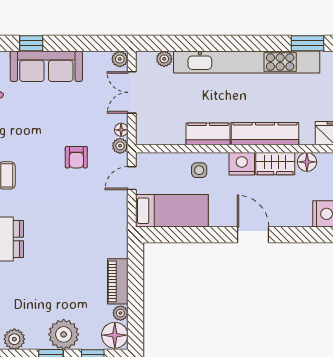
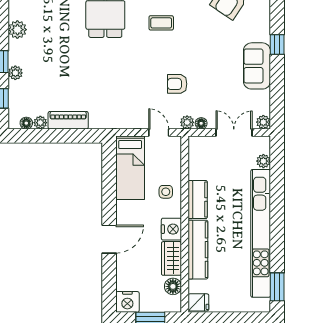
sofa: (46, 66) -> (257, 66), width x0.73
plant: (64, 334) -> (15, 73), width x0.53, depth x0.53
floor lamp: (115, 335) -> (26, 123), width x0.53, depth x0.53

